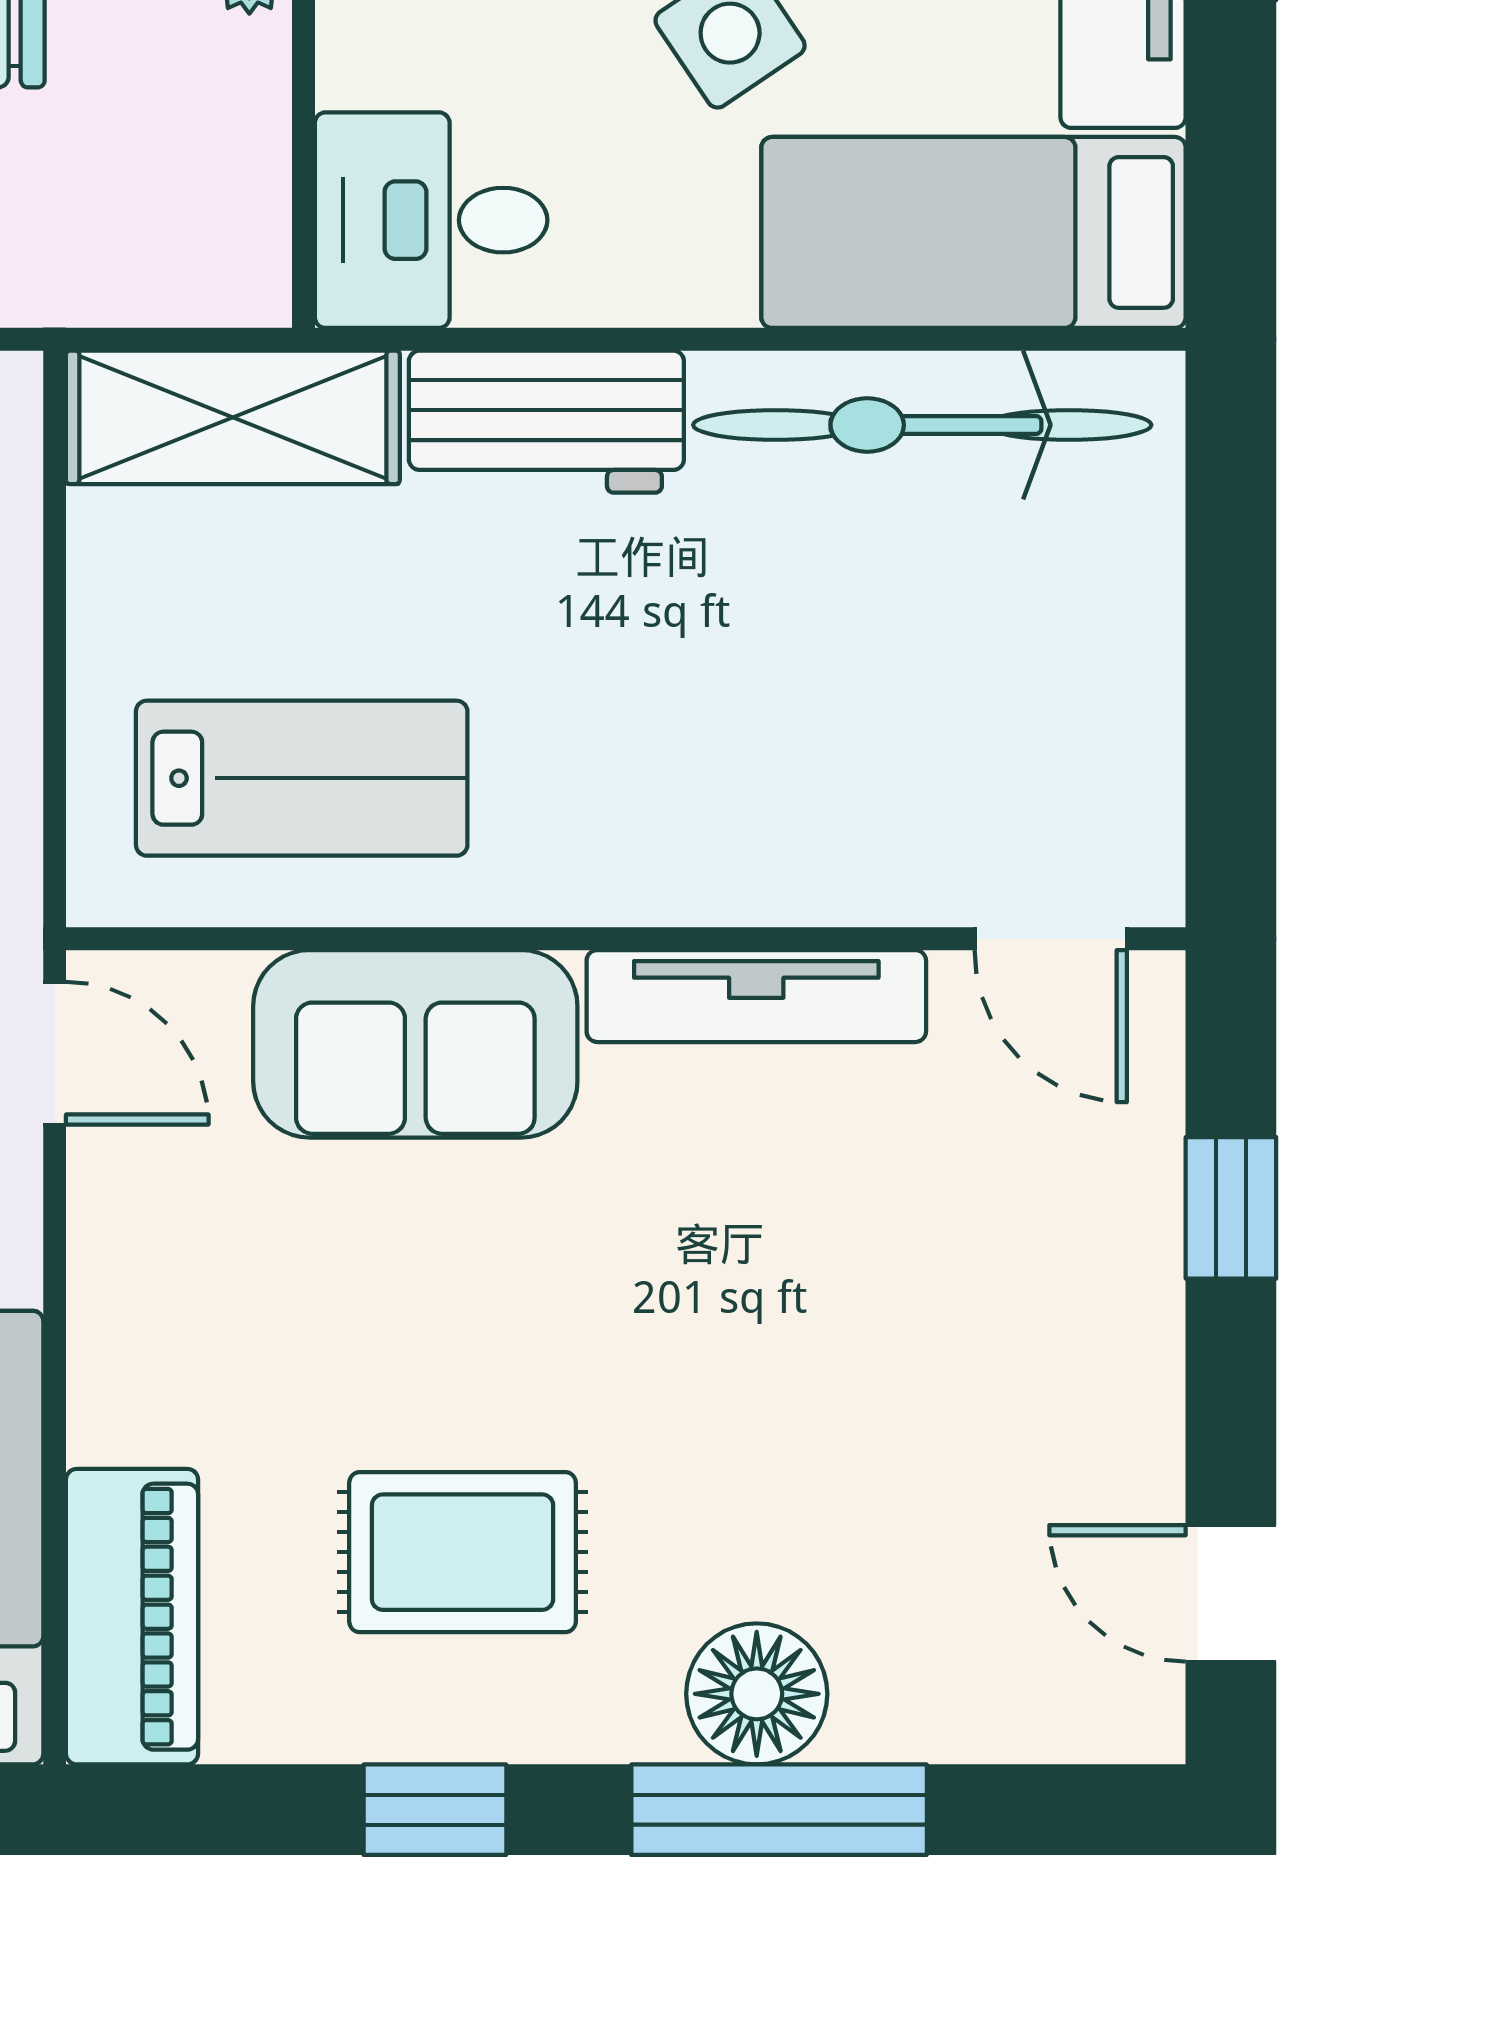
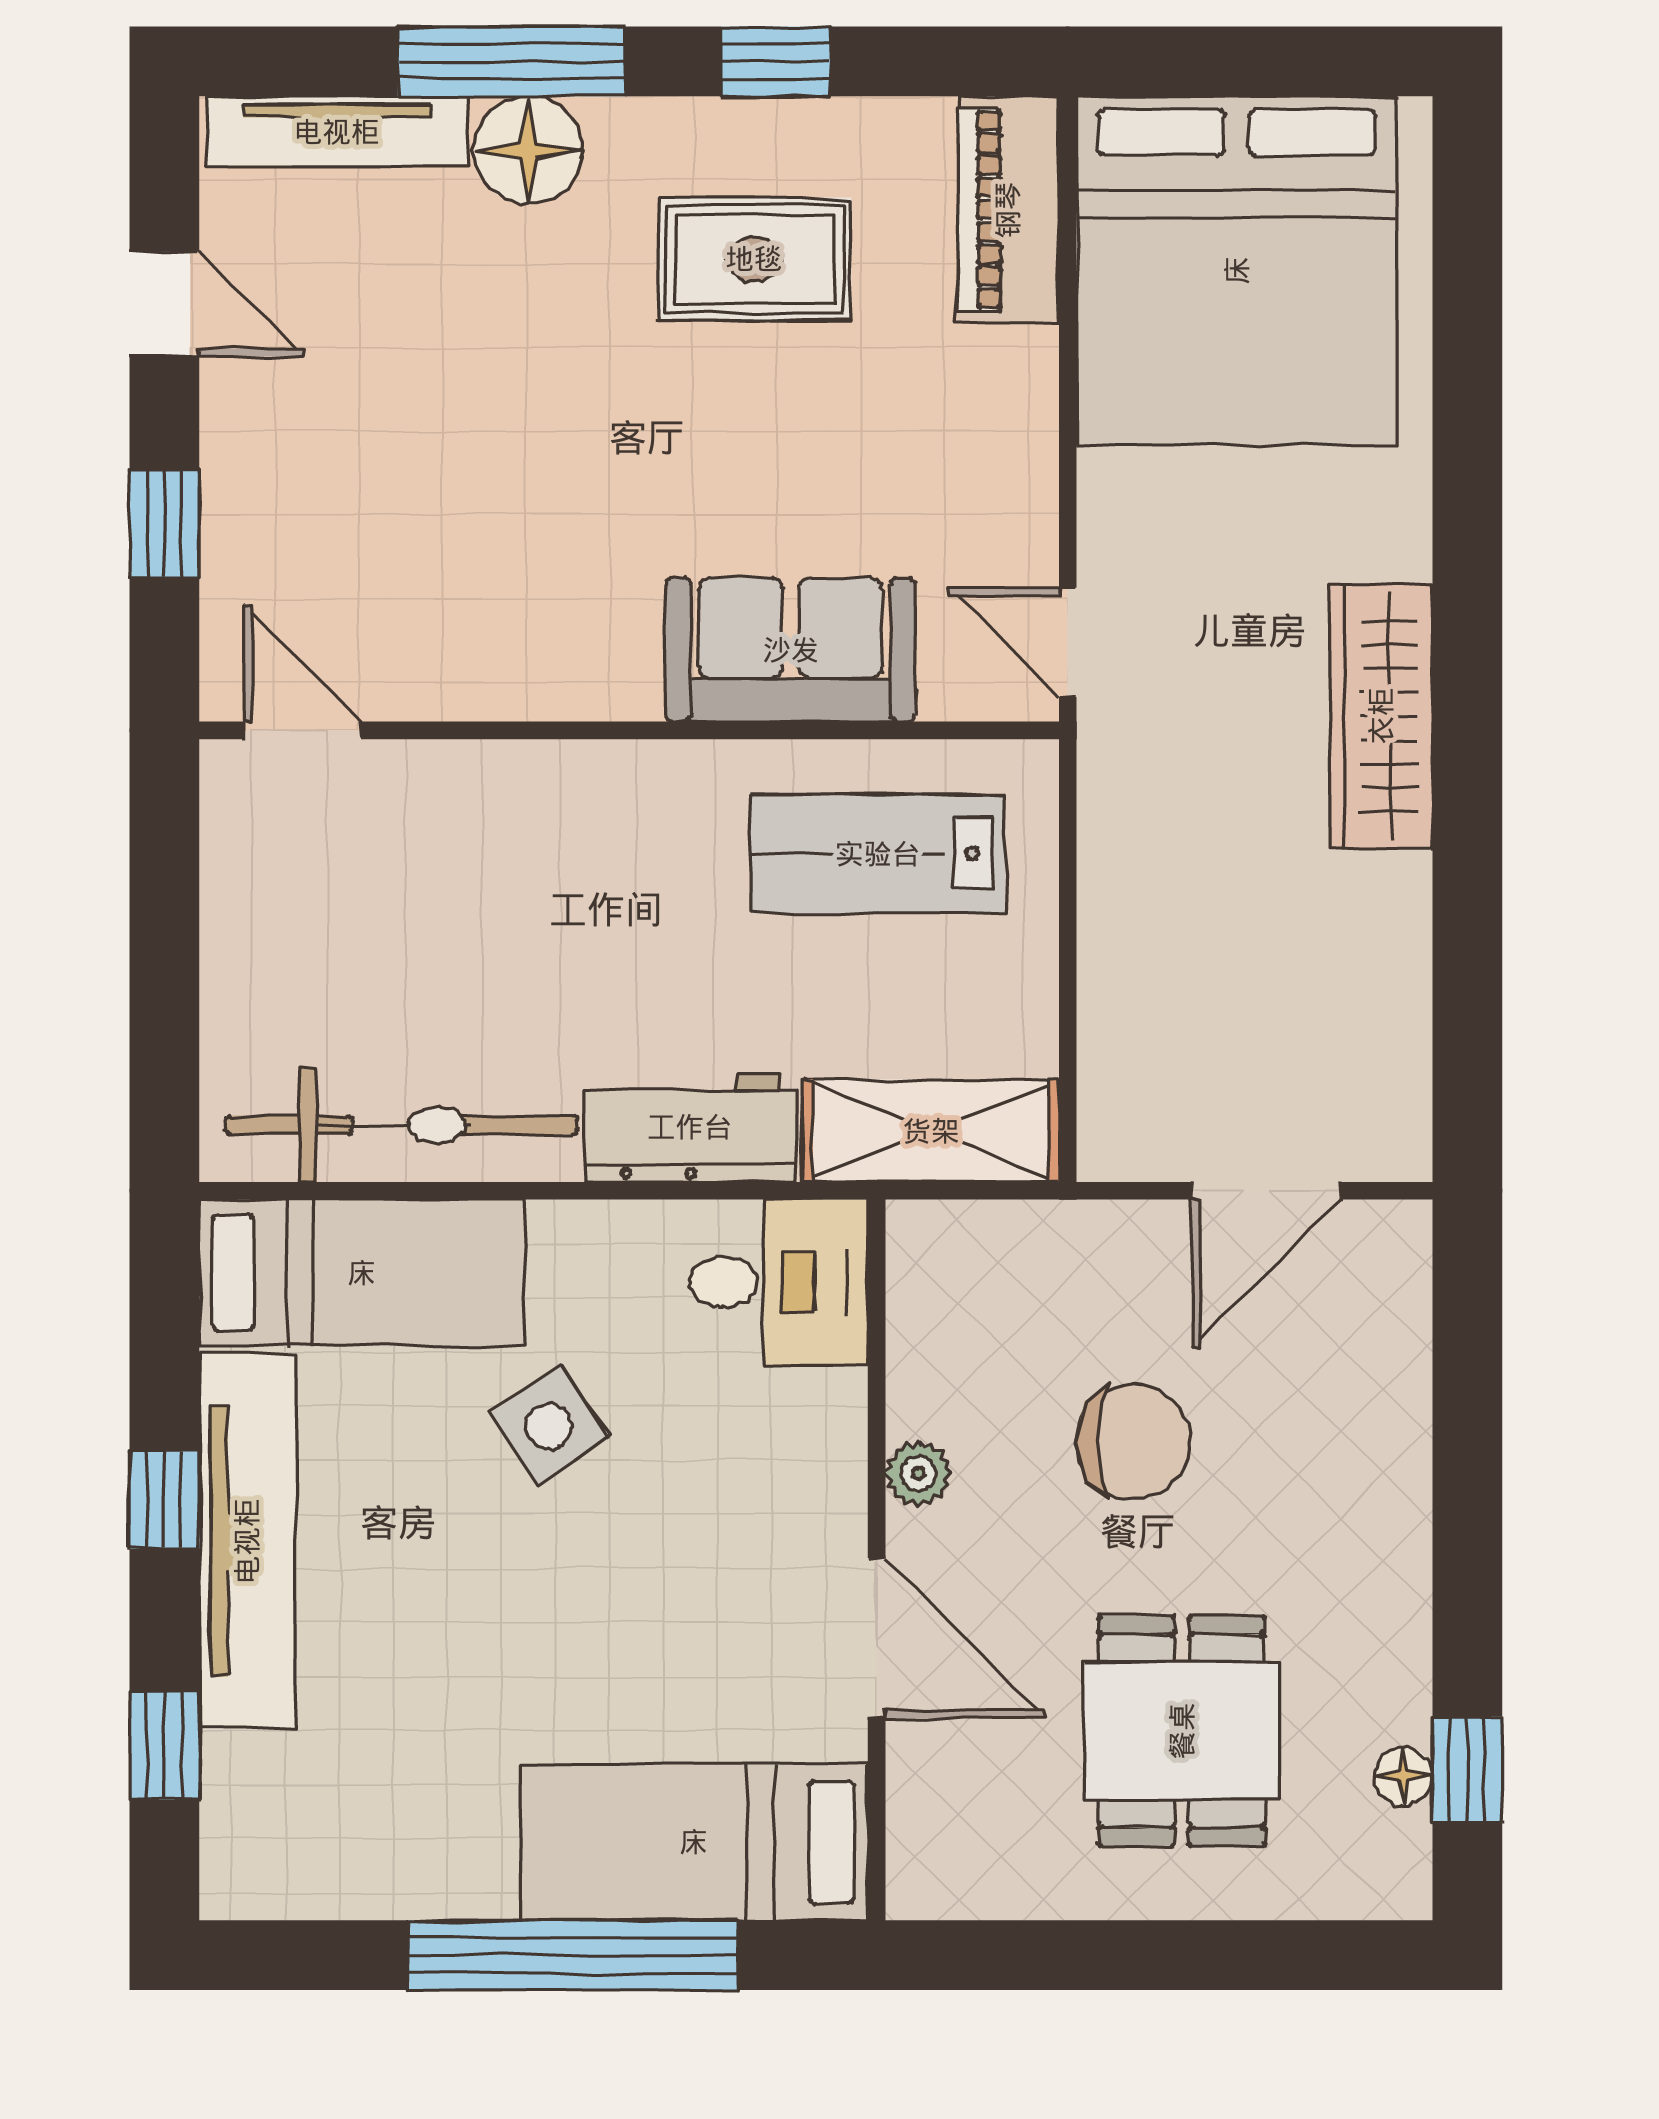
tv unit: (756, 996) -> (337, 132), moved, turned 180
door: (1231, 1593) -> (164, 304), moved

